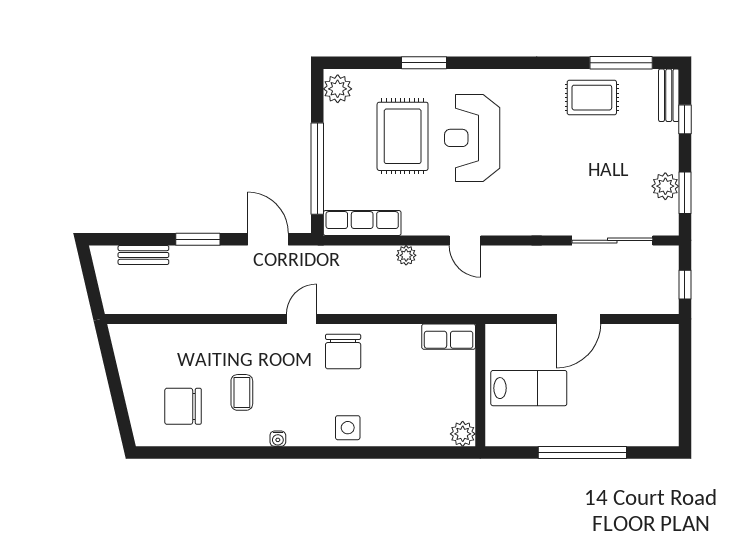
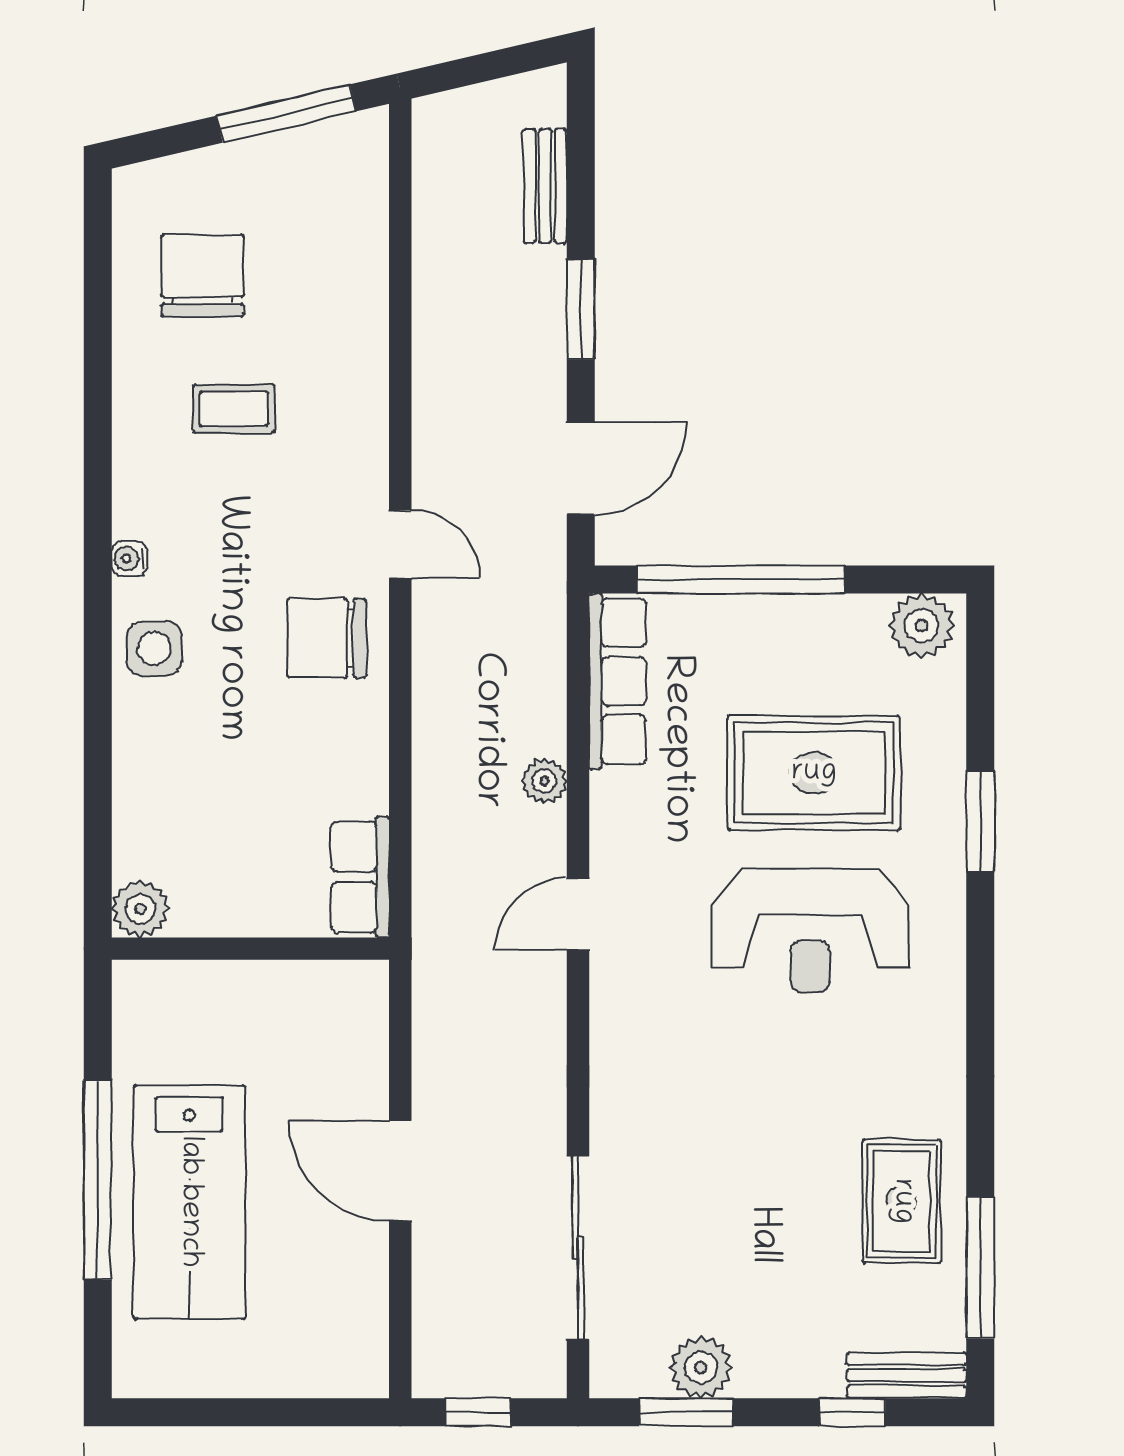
reception desk: (472, 138) -> (810, 930), turned 180
window: (111, 369) -> (286, 114), added
lab bench: (529, 388) -> (189, 1202), moved, width x1.36, depth x1.39
water cooler: (278, 439) -> (129, 559), moved

